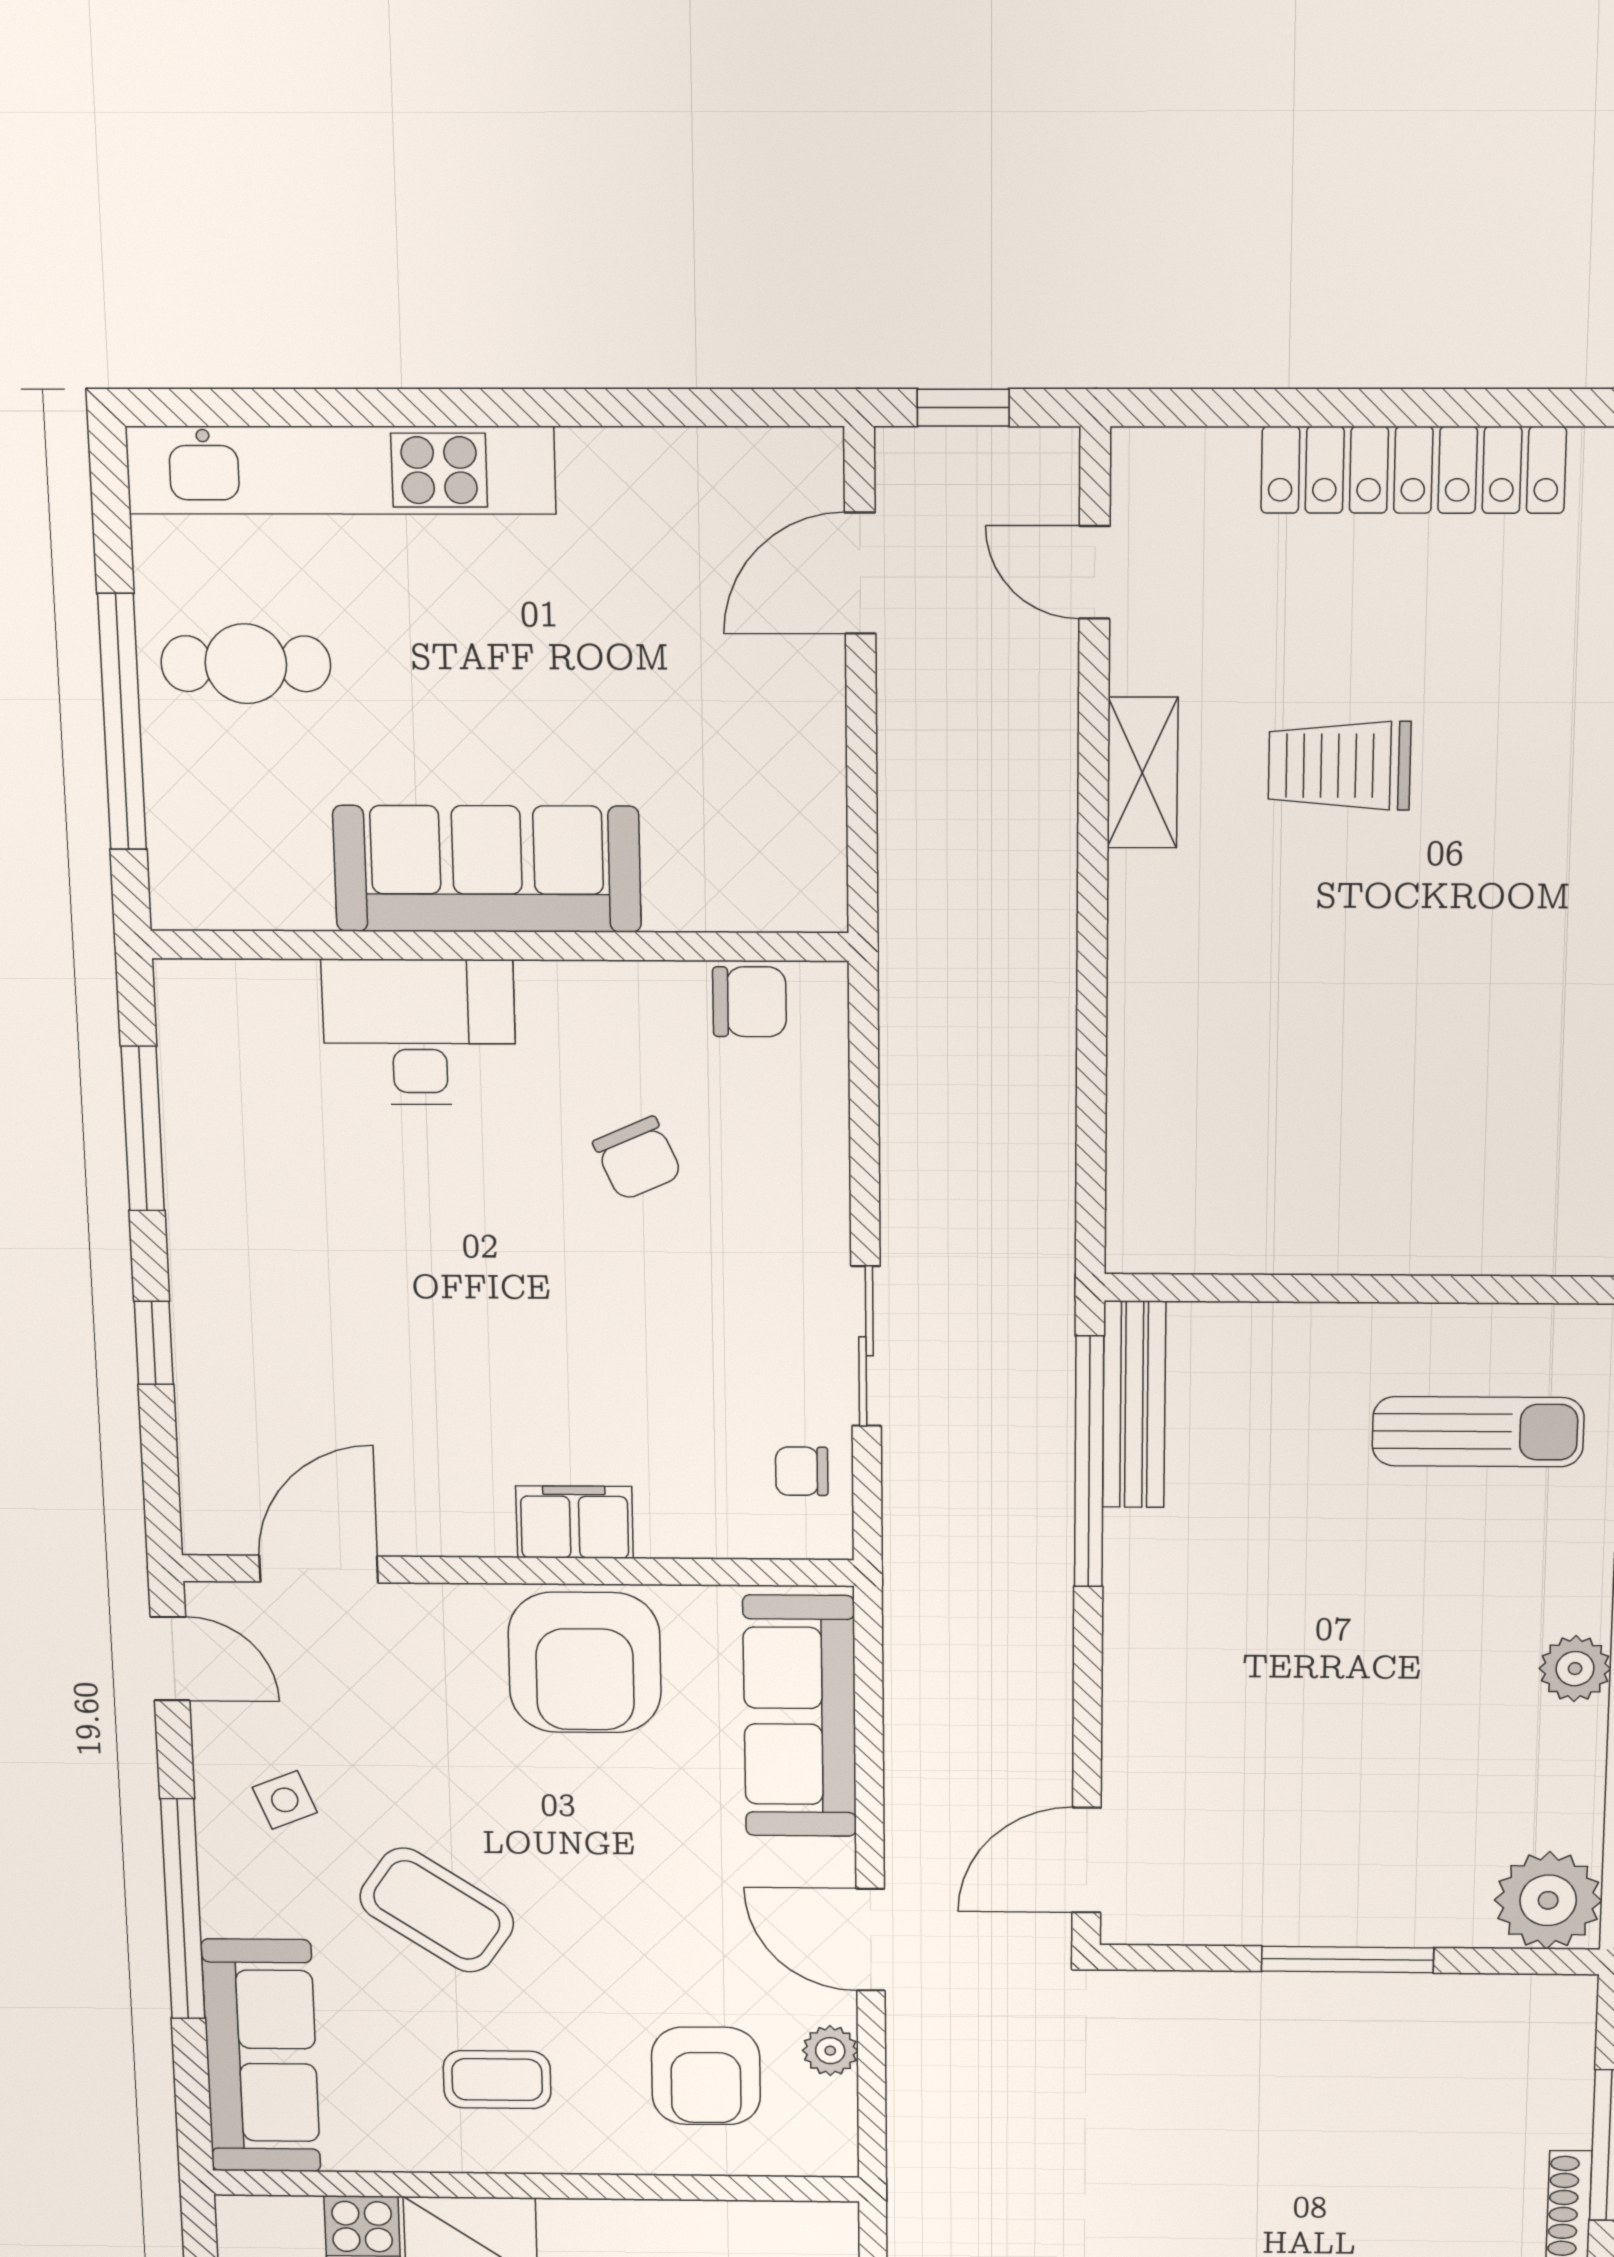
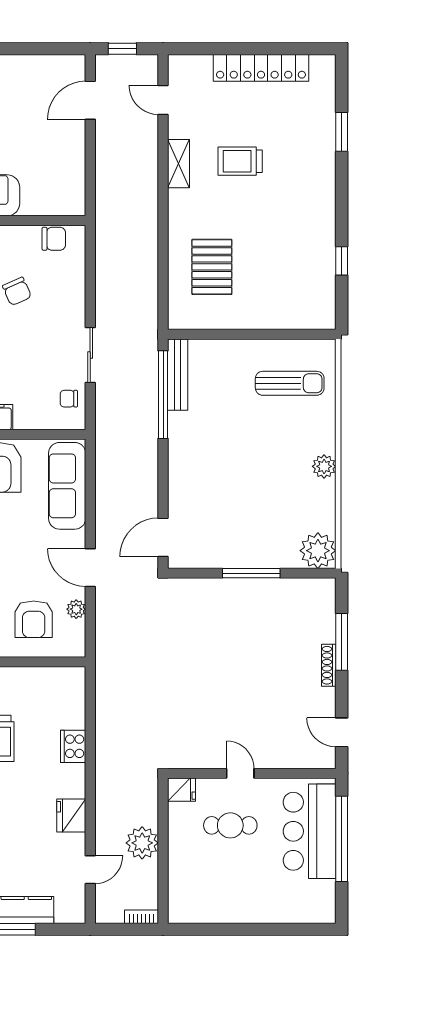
pallet: (1244, 1088) -> (212, 267), added

